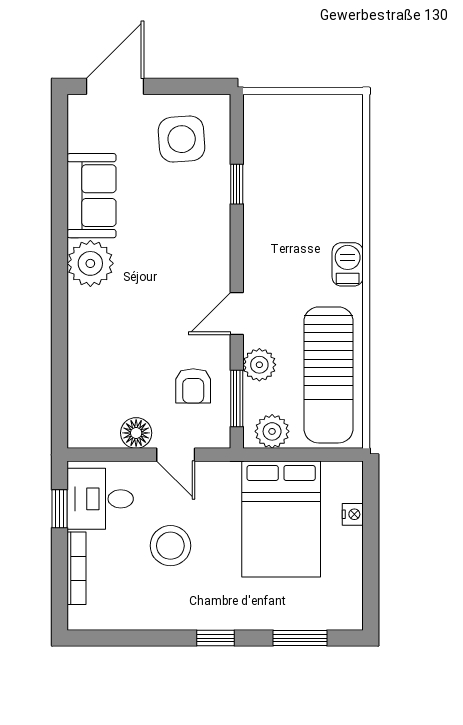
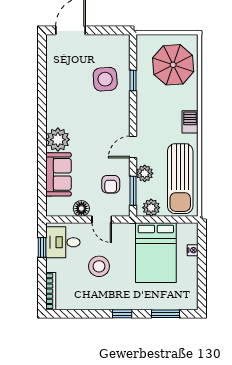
side table: (182, 139) -> (105, 79), moved
parasol: (315, 153) -> (173, 65), added
sofa: (92, 196) -> (58, 174), moved
plant: (90, 263) -> (58, 140), moved
bookcase: (77, 568) -> (51, 291), moved

